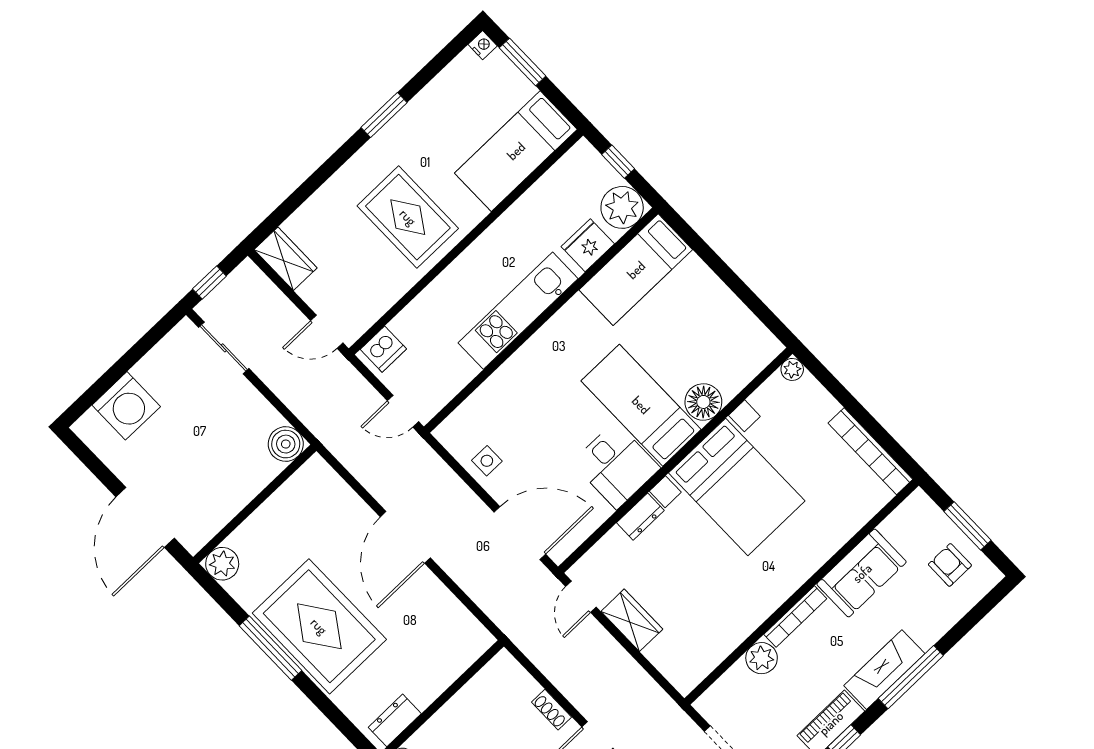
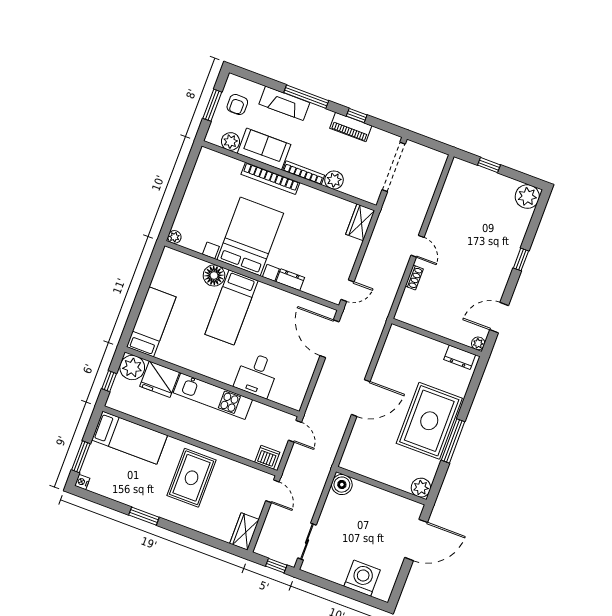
fridge: (588, 245) -> (160, 379), width x1.36, depth x1.34
bed: (636, 270) -> (151, 322), moved, turned -90
bookcase: (870, 451) -> (270, 178), moved, turned 90
side table: (487, 461) -> (300, 374), removed
desk: (616, 465) -> (257, 375), moved, turned 180
plant: (898, 527) -> (230, 142), added
wardrobe: (632, 620) -> (360, 222), moved
fireplace: (884, 670) -> (284, 103), moved

